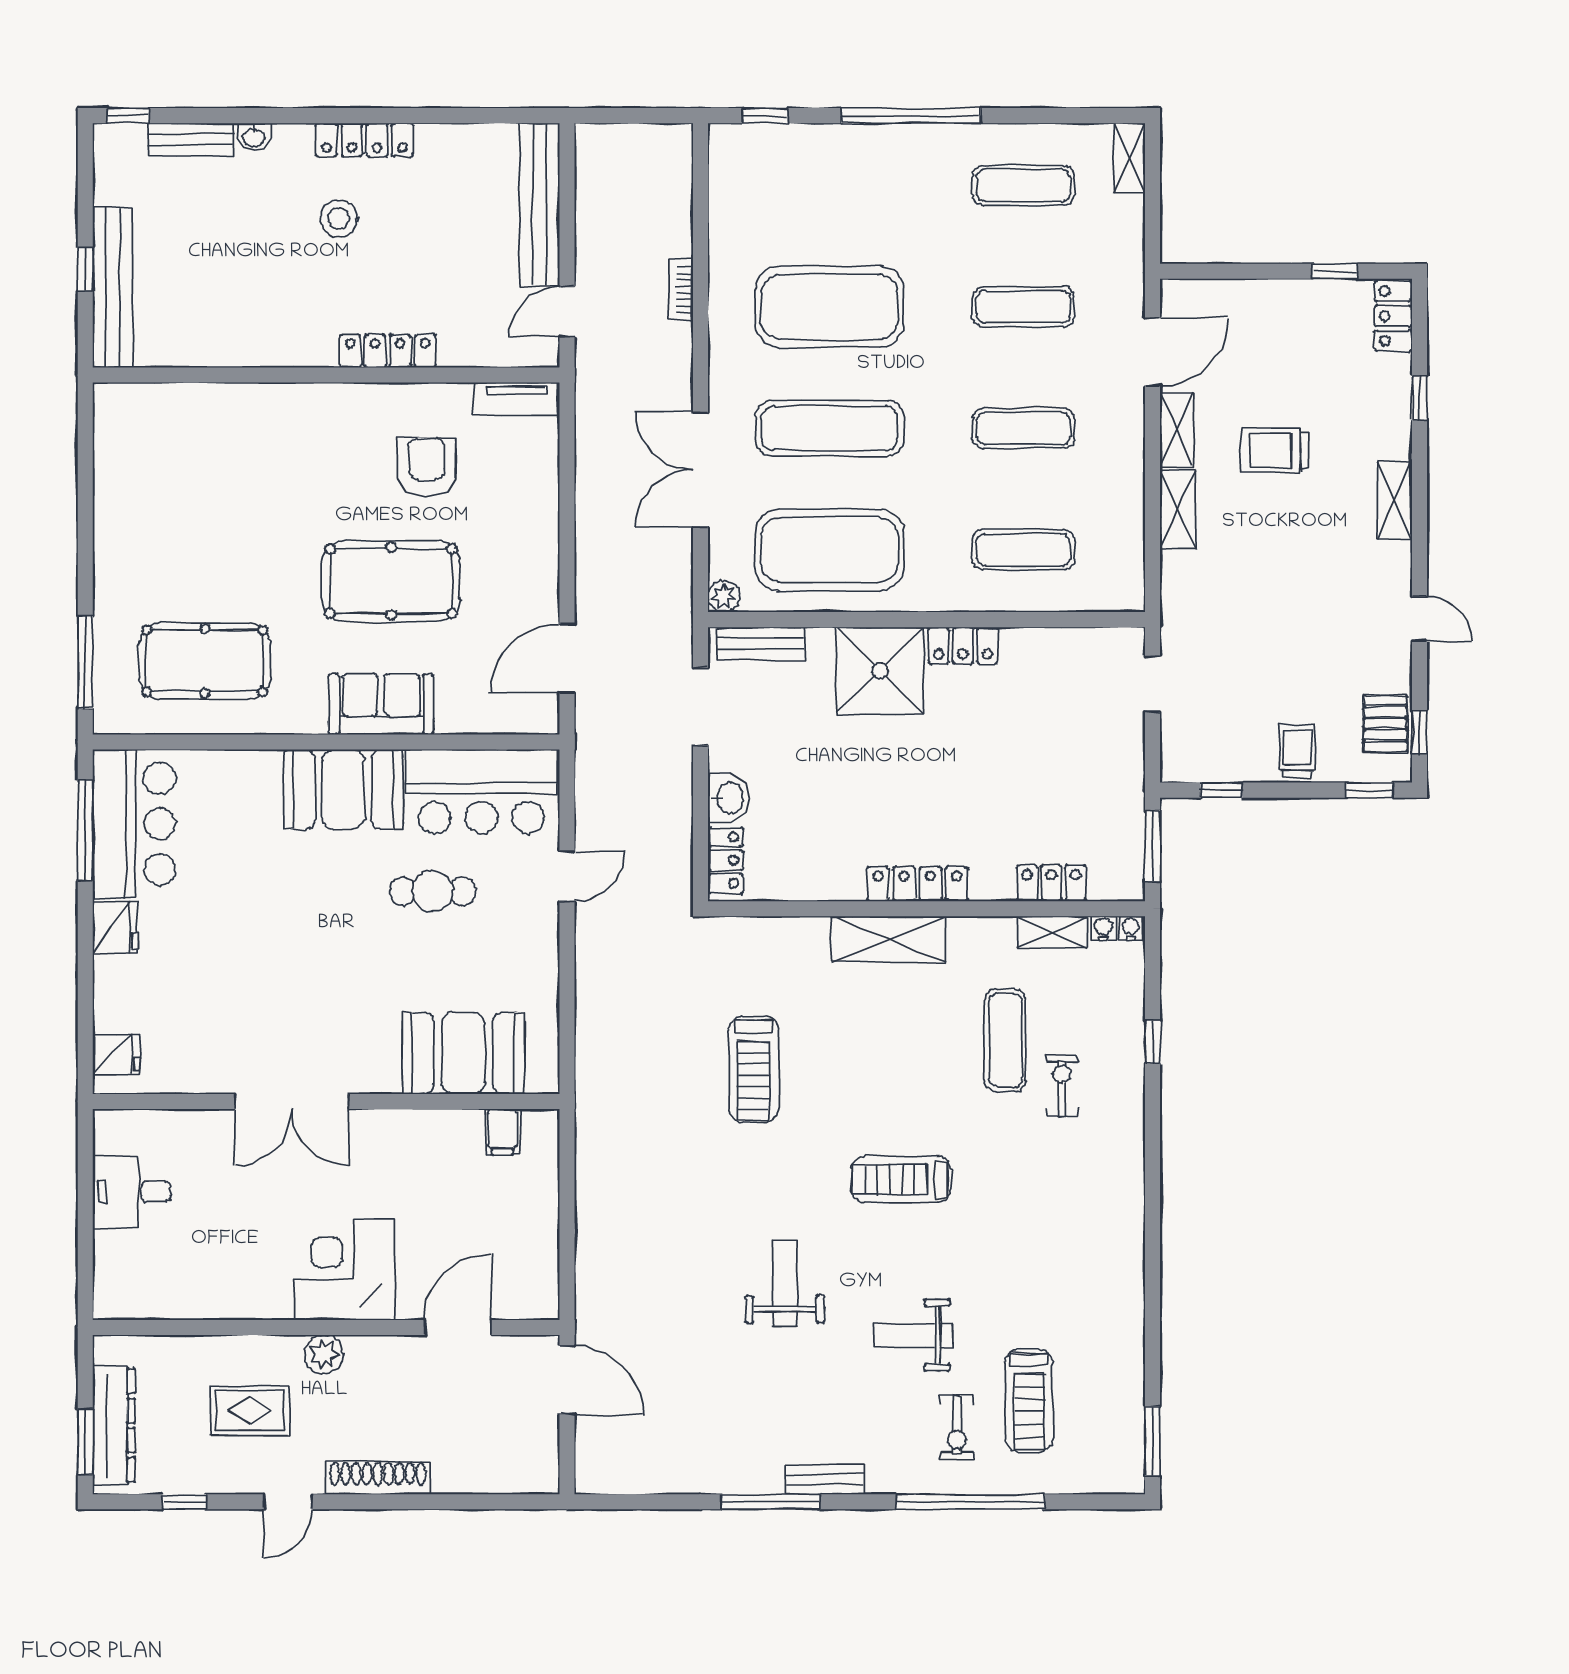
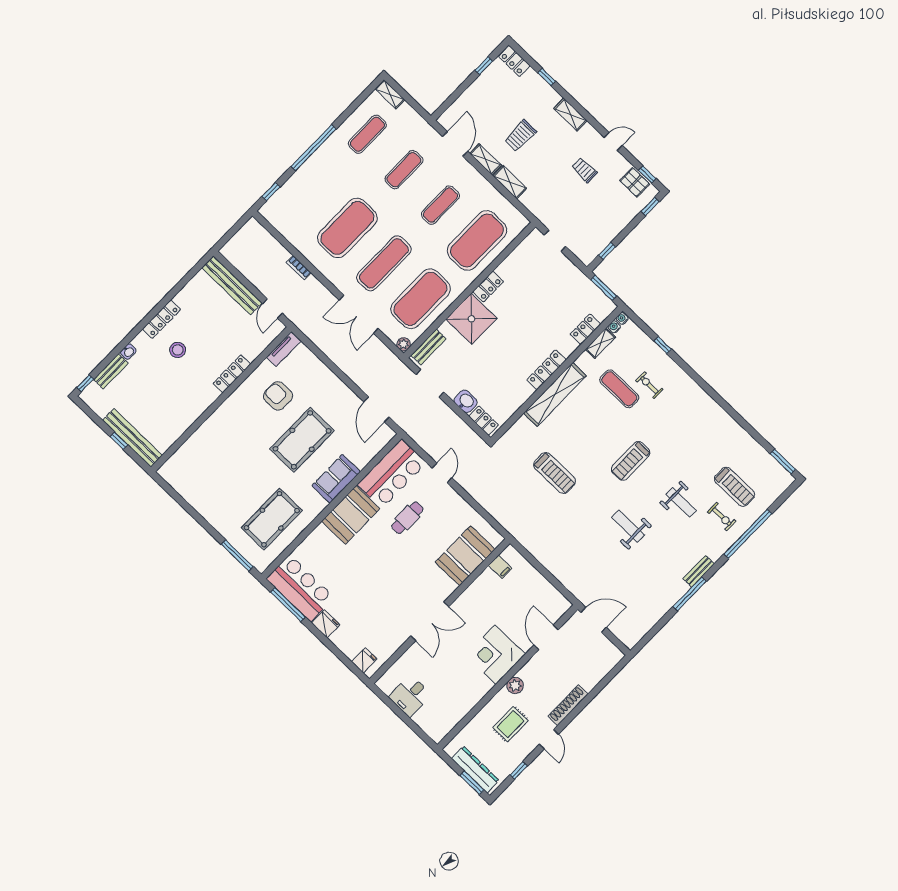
exercise mat: (1023, 550) -> (477, 240), width x2.00, depth x1.45
trolley: (1297, 751) -> (584, 170), moved
shelving: (889, 939) -> (555, 394), width x1.47
weight bench: (913, 1335) -> (681, 502), turned -90

